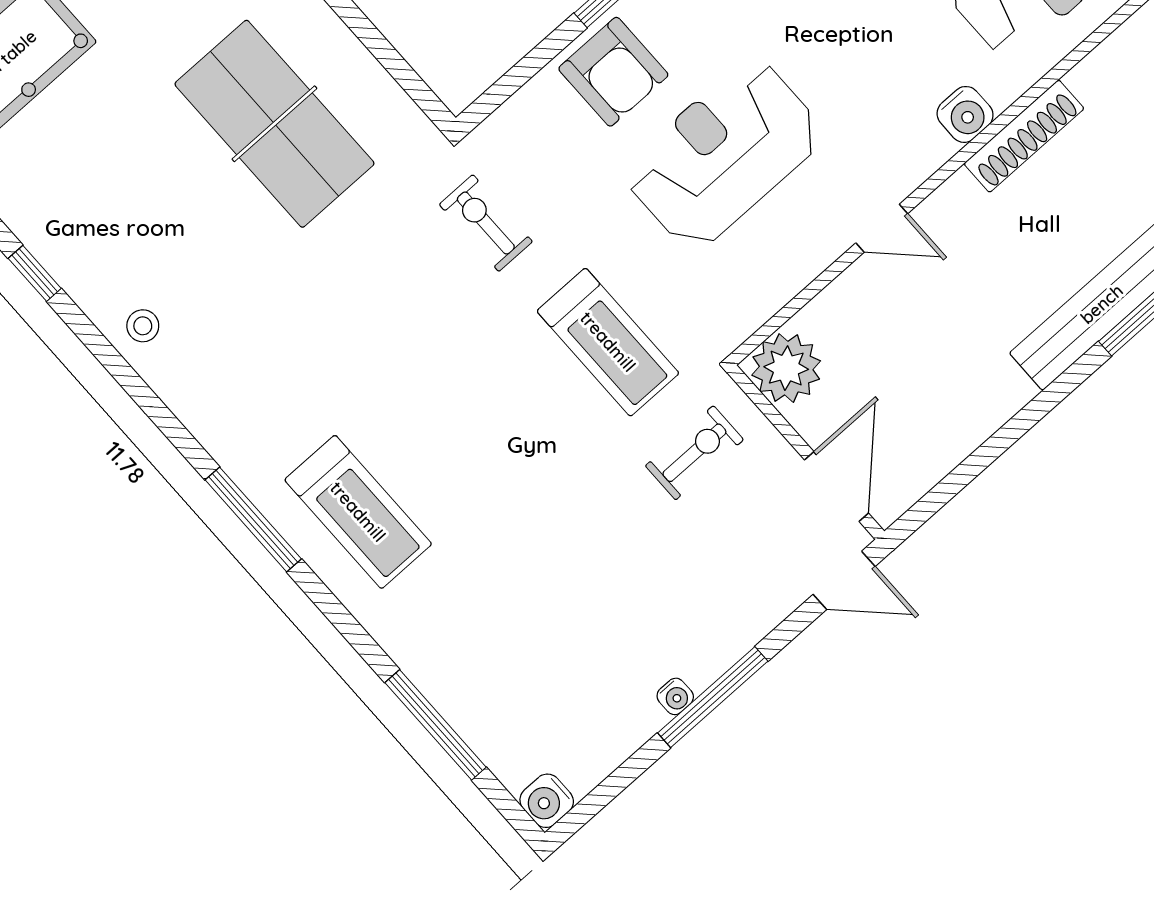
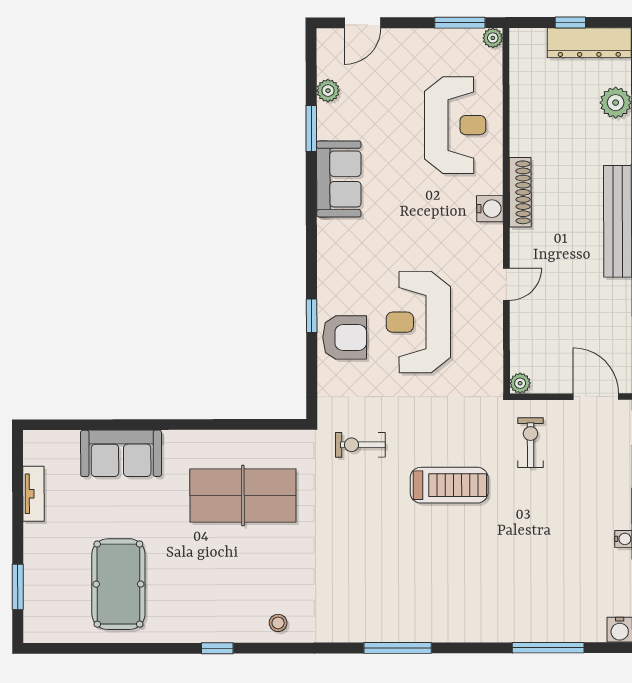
treadmill: (608, 342) -> (449, 485), moved
plant: (786, 368) -> (520, 383), width x0.53, depth x0.53
treadmill: (358, 512) -> (433, 602), removed

